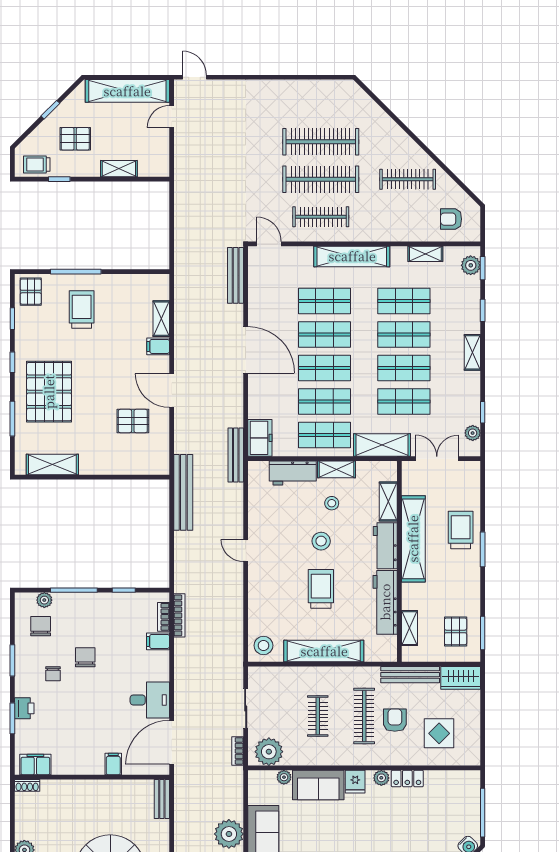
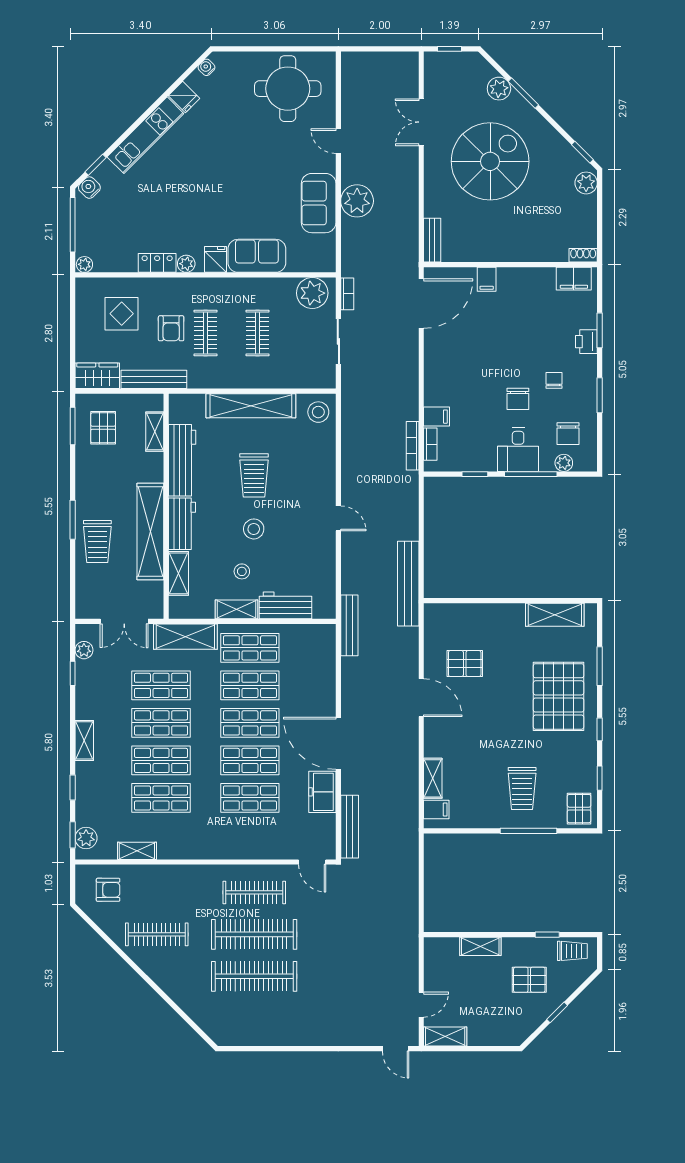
shelving: (127, 91) -> (445, 1037), width x0.45, depth x0.75
shelving: (352, 256) -> (219, 848), removed
filing cabinet: (158, 346) -> (436, 809), moved
freezer: (260, 438) -> (322, 792), moved
desk: (150, 700) -> (518, 450), moved, turned -90
clothes rail: (364, 716) -> (205, 333), width x0.73
plant: (284, 777) -> (84, 264), moved

